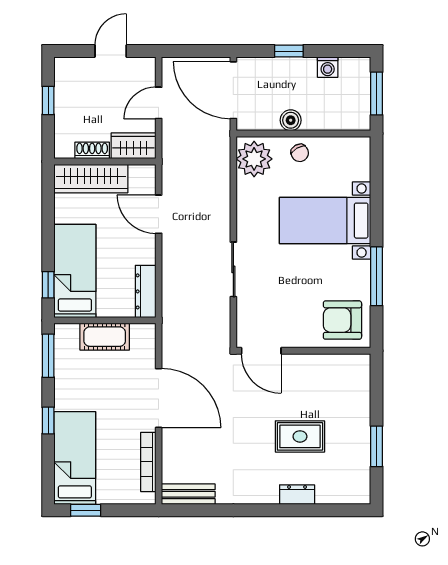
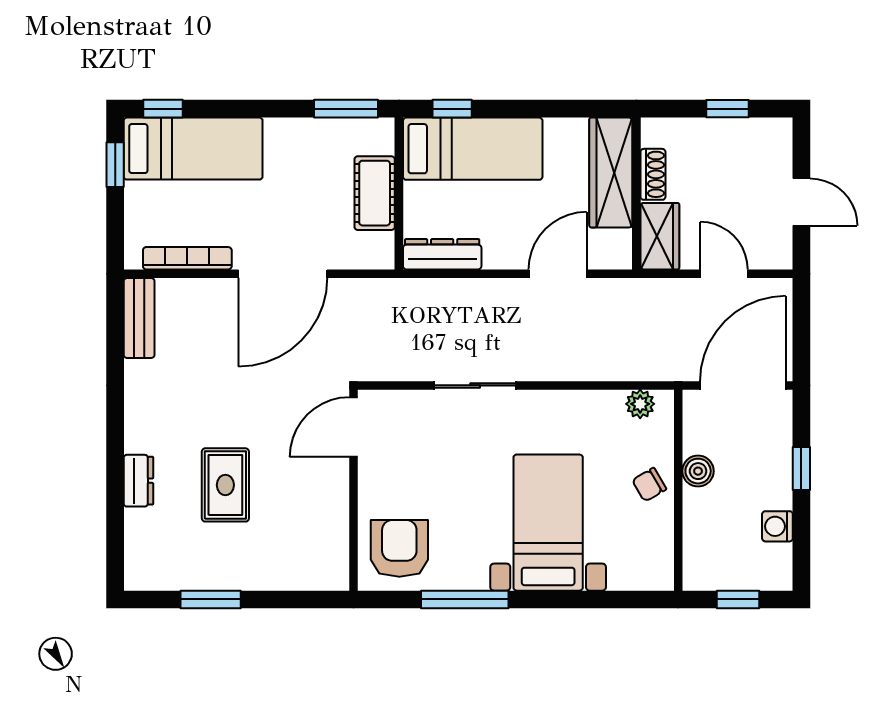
window: (377, 94) -> (738, 599), width x0.67
plant: (254, 159) -> (640, 404), width x0.53, depth x0.53
window: (48, 420) -> (163, 109), moved

